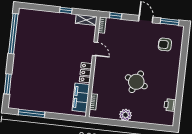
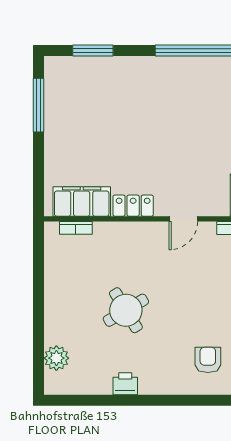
round table: (136, 82) -> (126, 310), turned 37
printer: (170, 105) -> (125, 384), moved
plant: (125, 115) -> (56, 358), moved

